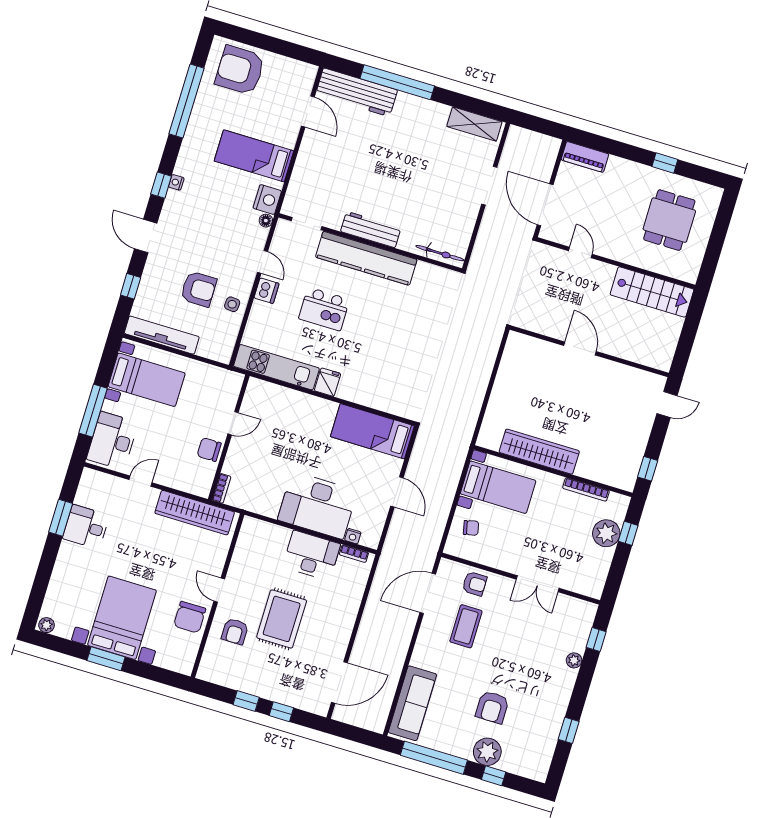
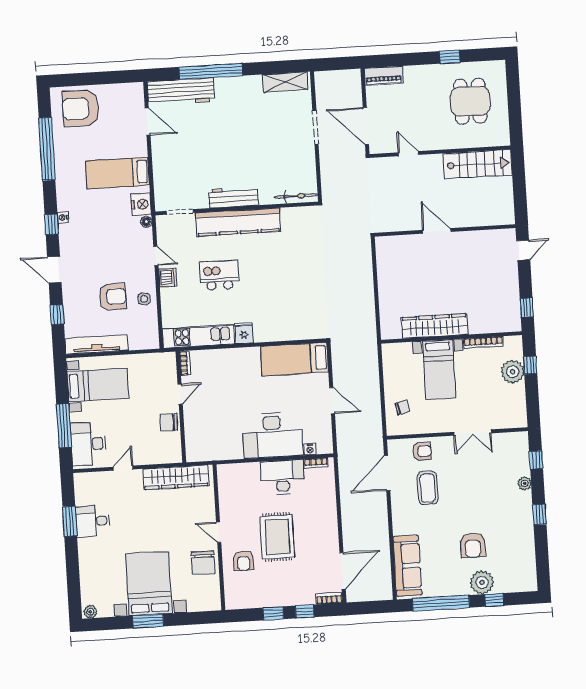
kitchen island: (324, 309) -> (219, 275), turned 180
bed with nightstands: (498, 487) -> (439, 370), moved, turned 90
bookcase: (222, 488) -> (185, 363), moved
bookcase: (313, 707) -> (329, 598), added
window: (569, 730) -> (539, 515), moved

